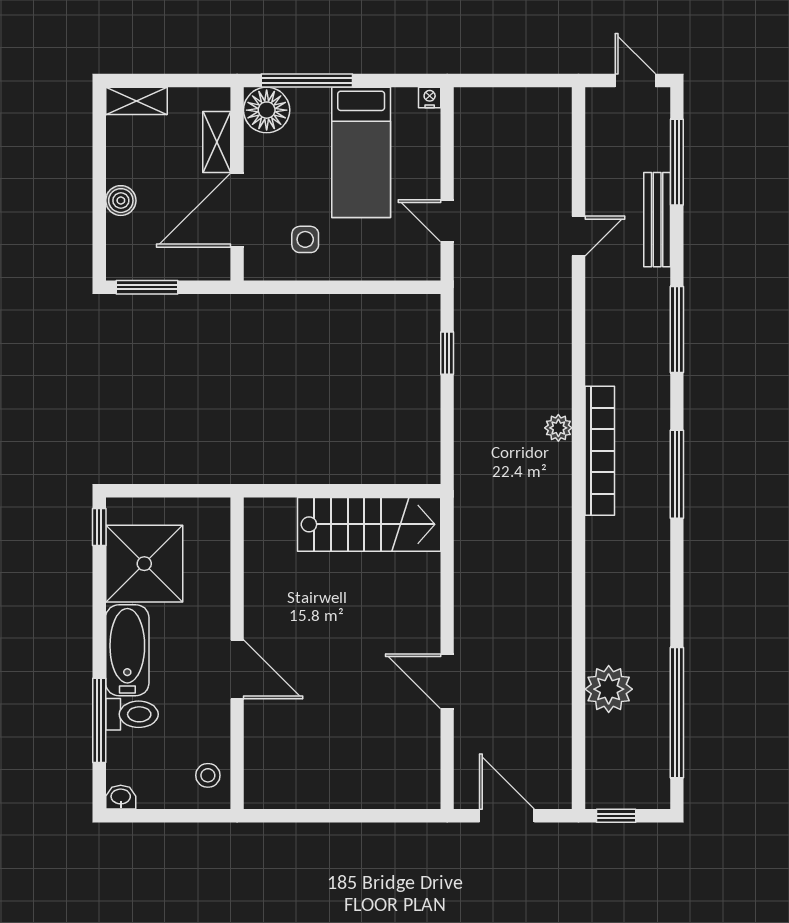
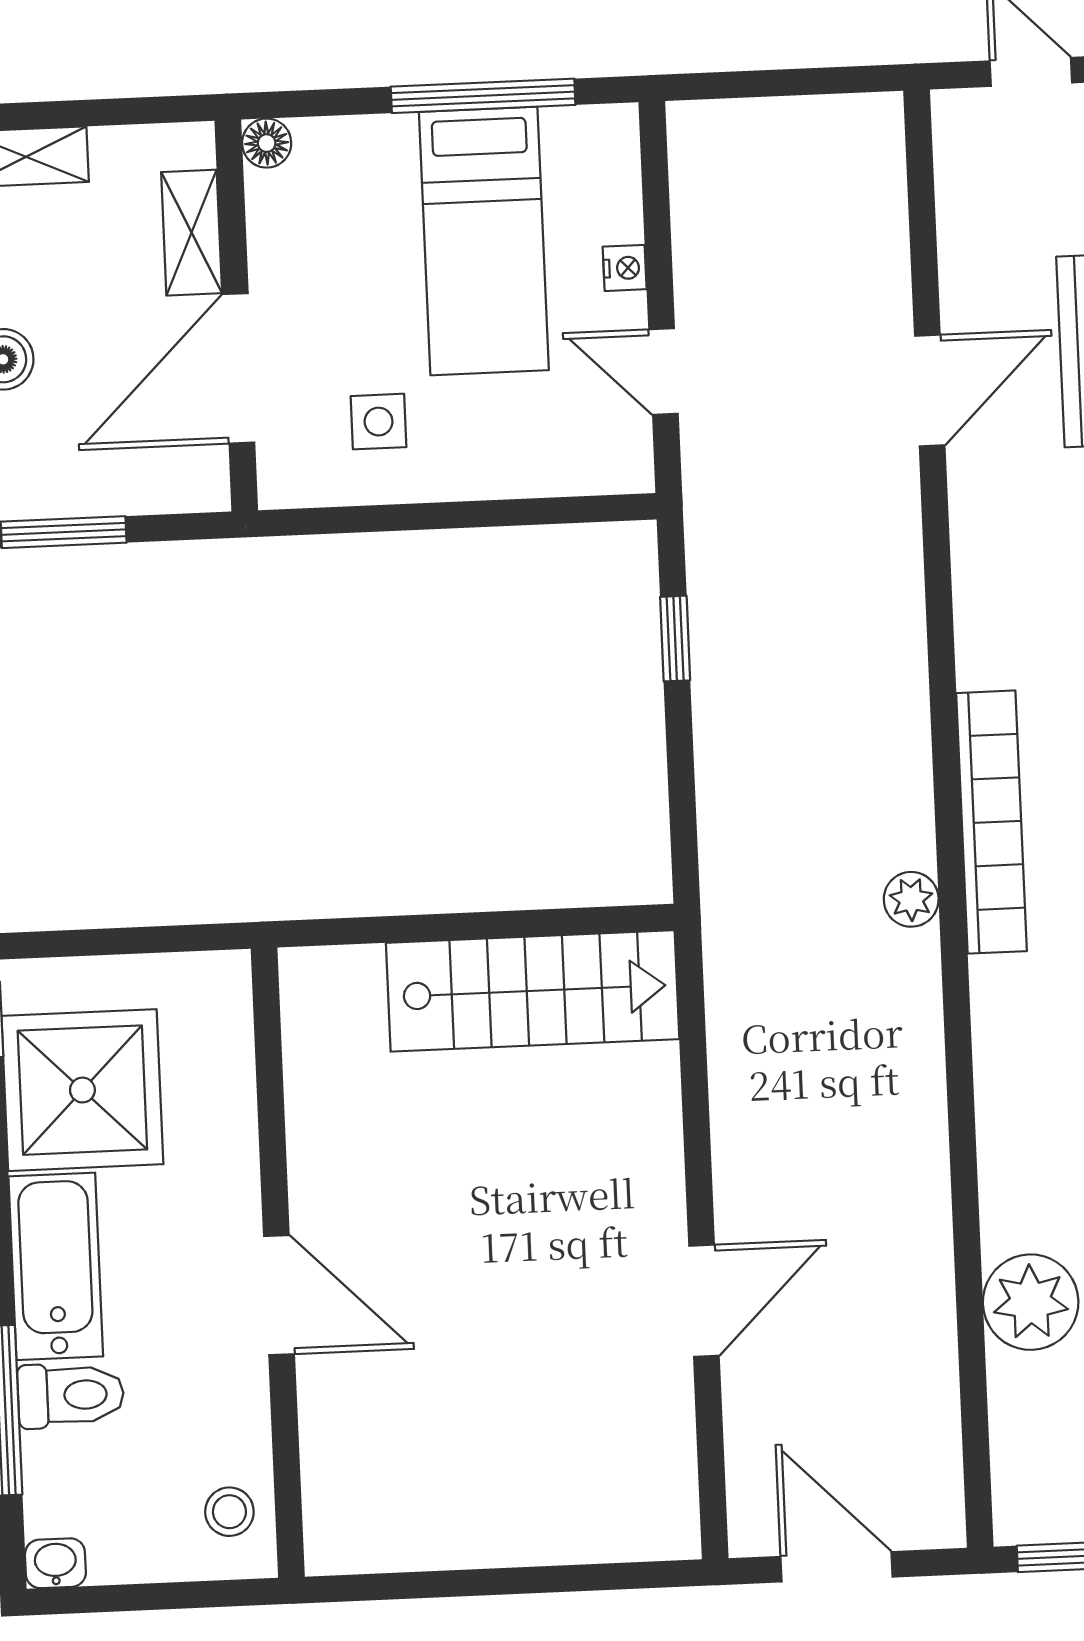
window: (307, 81) -> (483, 96), moved
nightstand: (430, 97) -> (625, 268), moved, turned 90
floor lamp: (267, 110) -> (267, 143), width x0.53, depth x0.53
door: (578, 236) -> (930, 391), width x1.38
plant: (558, 428) -> (911, 899), moved
door: (447, 681) -> (704, 1301), swing flipped

